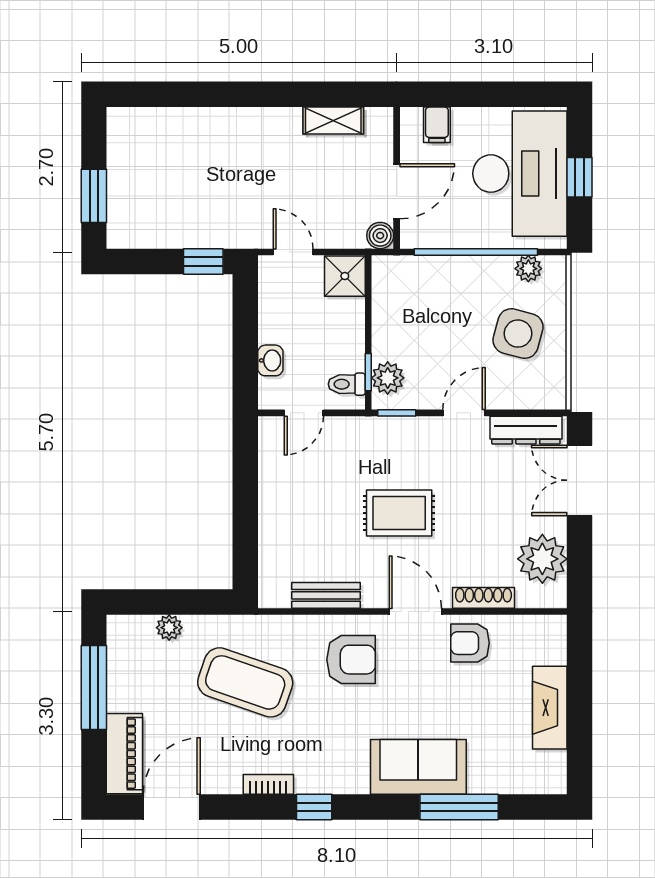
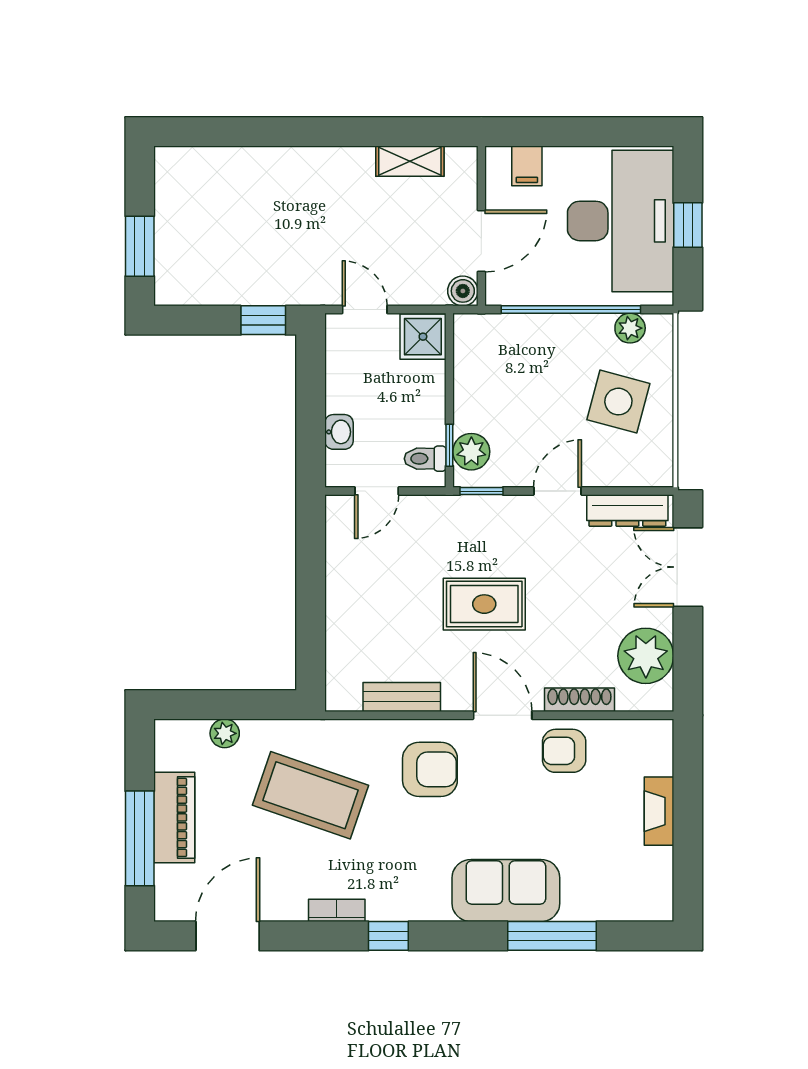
window: (94, 687) -> (140, 838), moved
fireplace: (550, 708) -> (659, 811), width x0.73, depth x0.76
piano: (124, 754) -> (174, 817), moved

